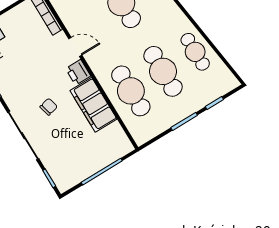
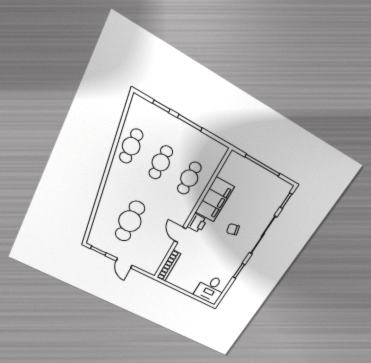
cafe table: (163, 71) -> (161, 162), width x0.73, depth x0.74
cafe table: (131, 91) -> (189, 178), width x0.73, depth x0.74

